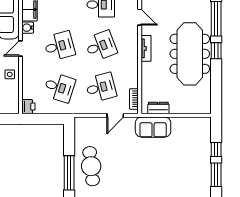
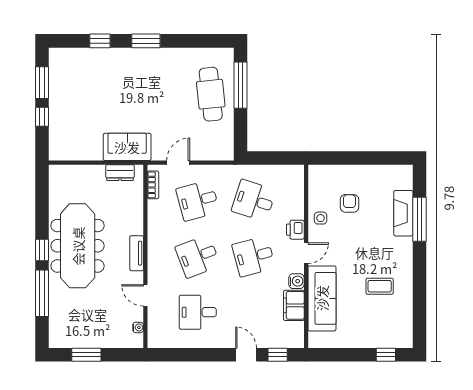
printer: (28, 107) -> (295, 230), moved

